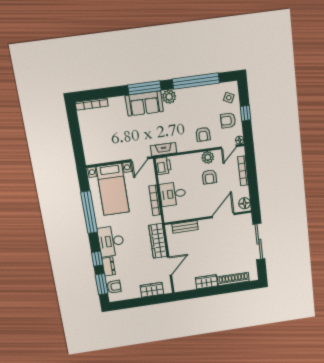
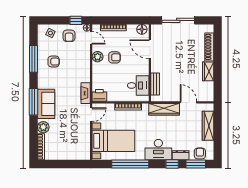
window: (196, 81) -> (34, 59), width x0.68
plant: (169, 97) -> (43, 127), moved
window: (246, 113) -> (76, 20), moved
armchair: (203, 134) -> (54, 62), moved
door: (139, 159) -> (91, 115), hinge flipped
desk: (173, 194) -> (138, 85), moved, turned -90
wardrobe: (152, 290) -> (208, 126), width x1.50

